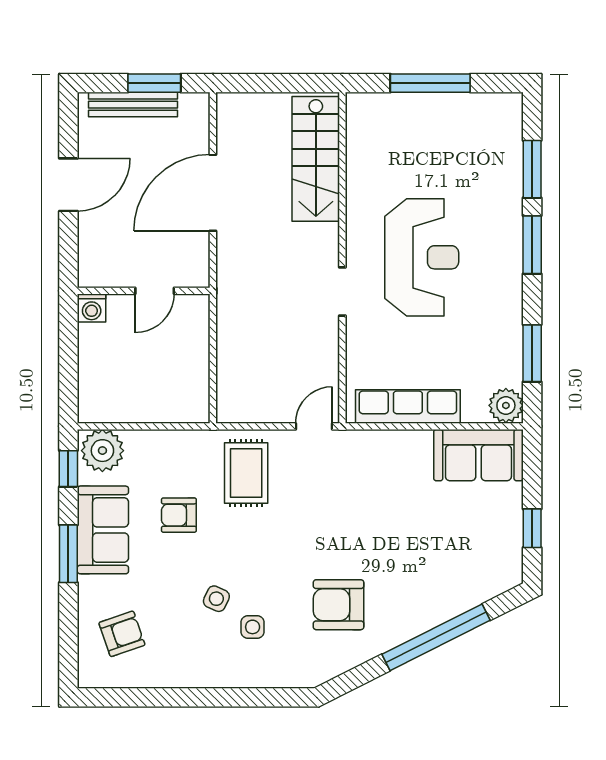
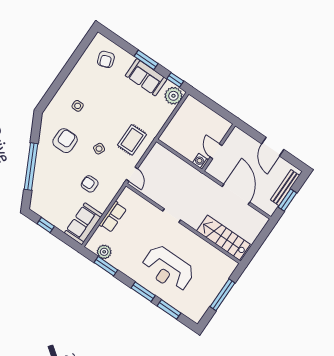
reception desk: (422, 257) -> (168, 269), moved
washing machine: (92, 308) -> (200, 161), moved
plant: (506, 405) -> (104, 252), moved
row of seats: (408, 406) -> (113, 217), width x0.68
rug: (246, 473) -> (132, 140), turned 90
armchair: (179, 515) -> (90, 184), moved, turned -90
side table: (216, 599) -> (99, 149), moved

